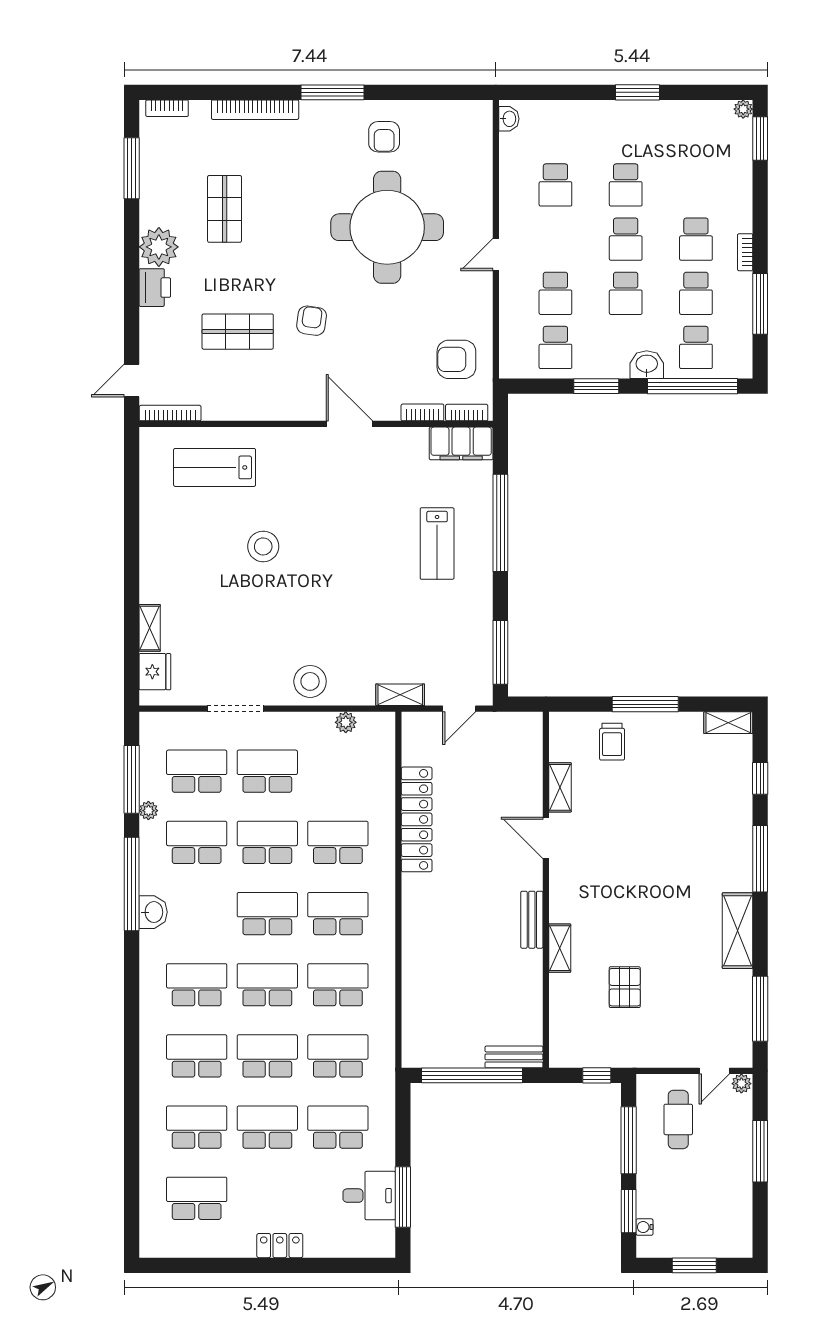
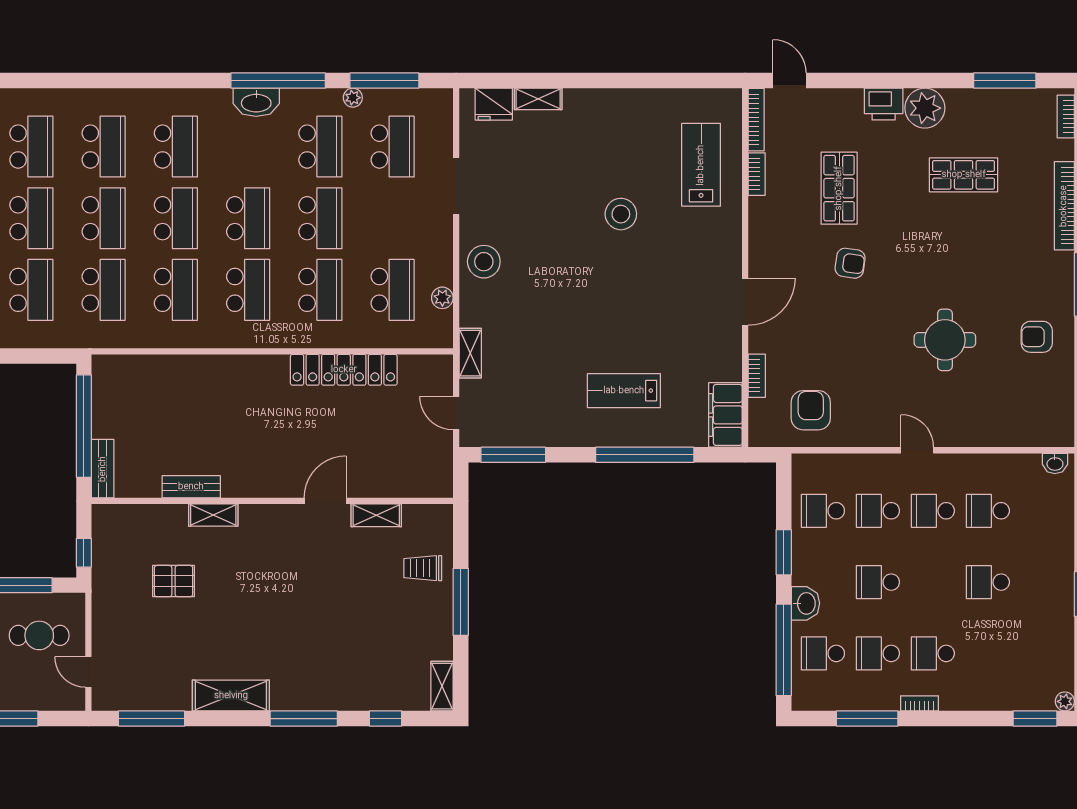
round table: (387, 227) -> (945, 340), width x0.54, depth x0.54
school desk: (626, 239) -> (933, 511), moved
bookcase: (467, 413) -> (757, 174), moved
school desk: (267, 771) -> (393, 290), moved
washbasin: (153, 912) -> (256, 102), width x1.38
bench: (532, 920) -> (191, 487), moved
plant: (741, 1084) -> (76, 700), removed

